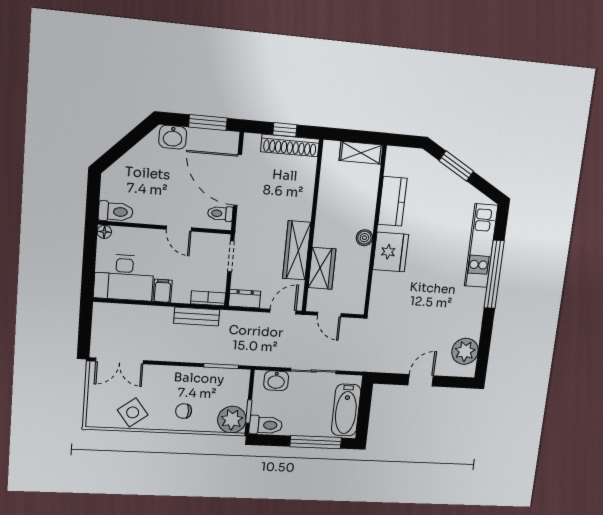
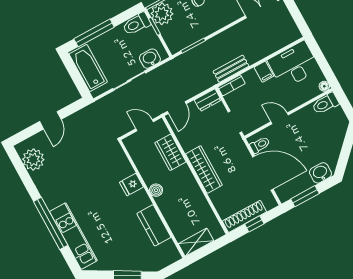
wardrobe: (297, 250) -> (204, 169), moved
fridge: (391, 252) -> (131, 185), width x0.53, depth x0.75

